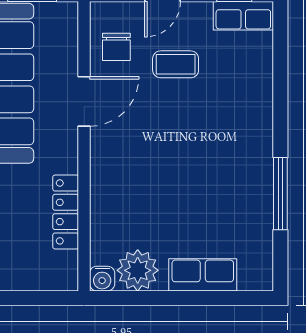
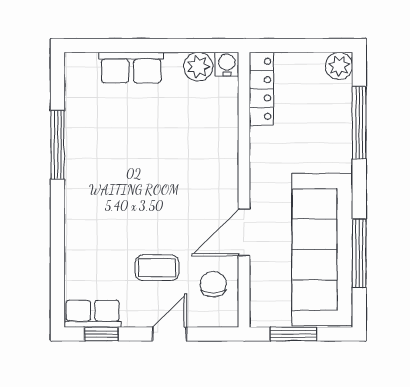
locker: (66, 212) -> (261, 89), moved
plant: (138, 270) -> (198, 67), width x0.73, depth x0.73

